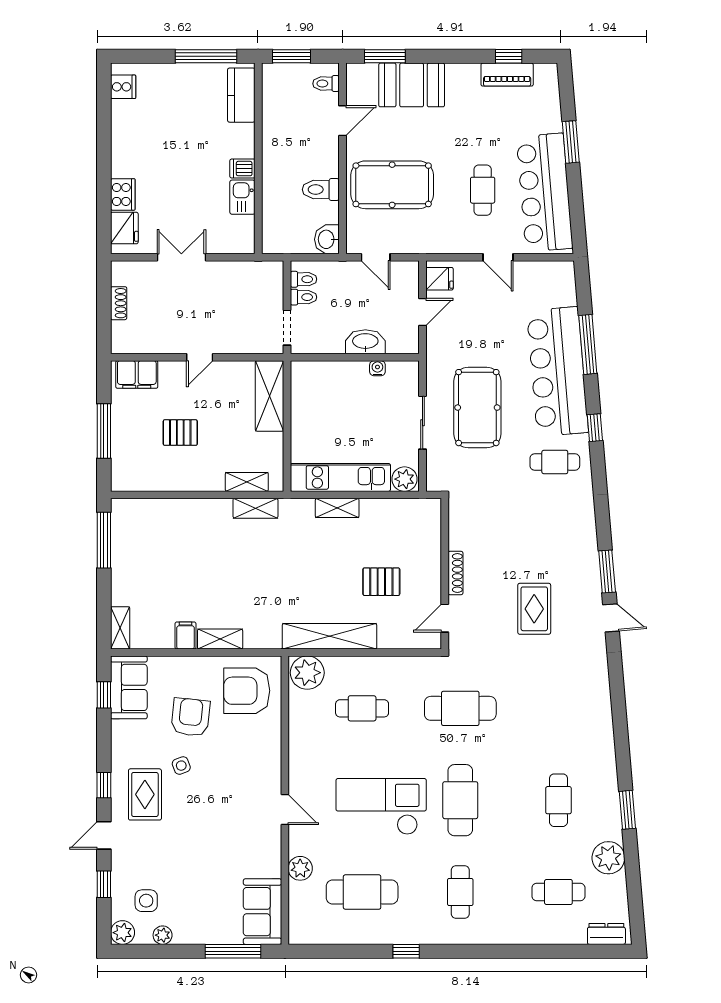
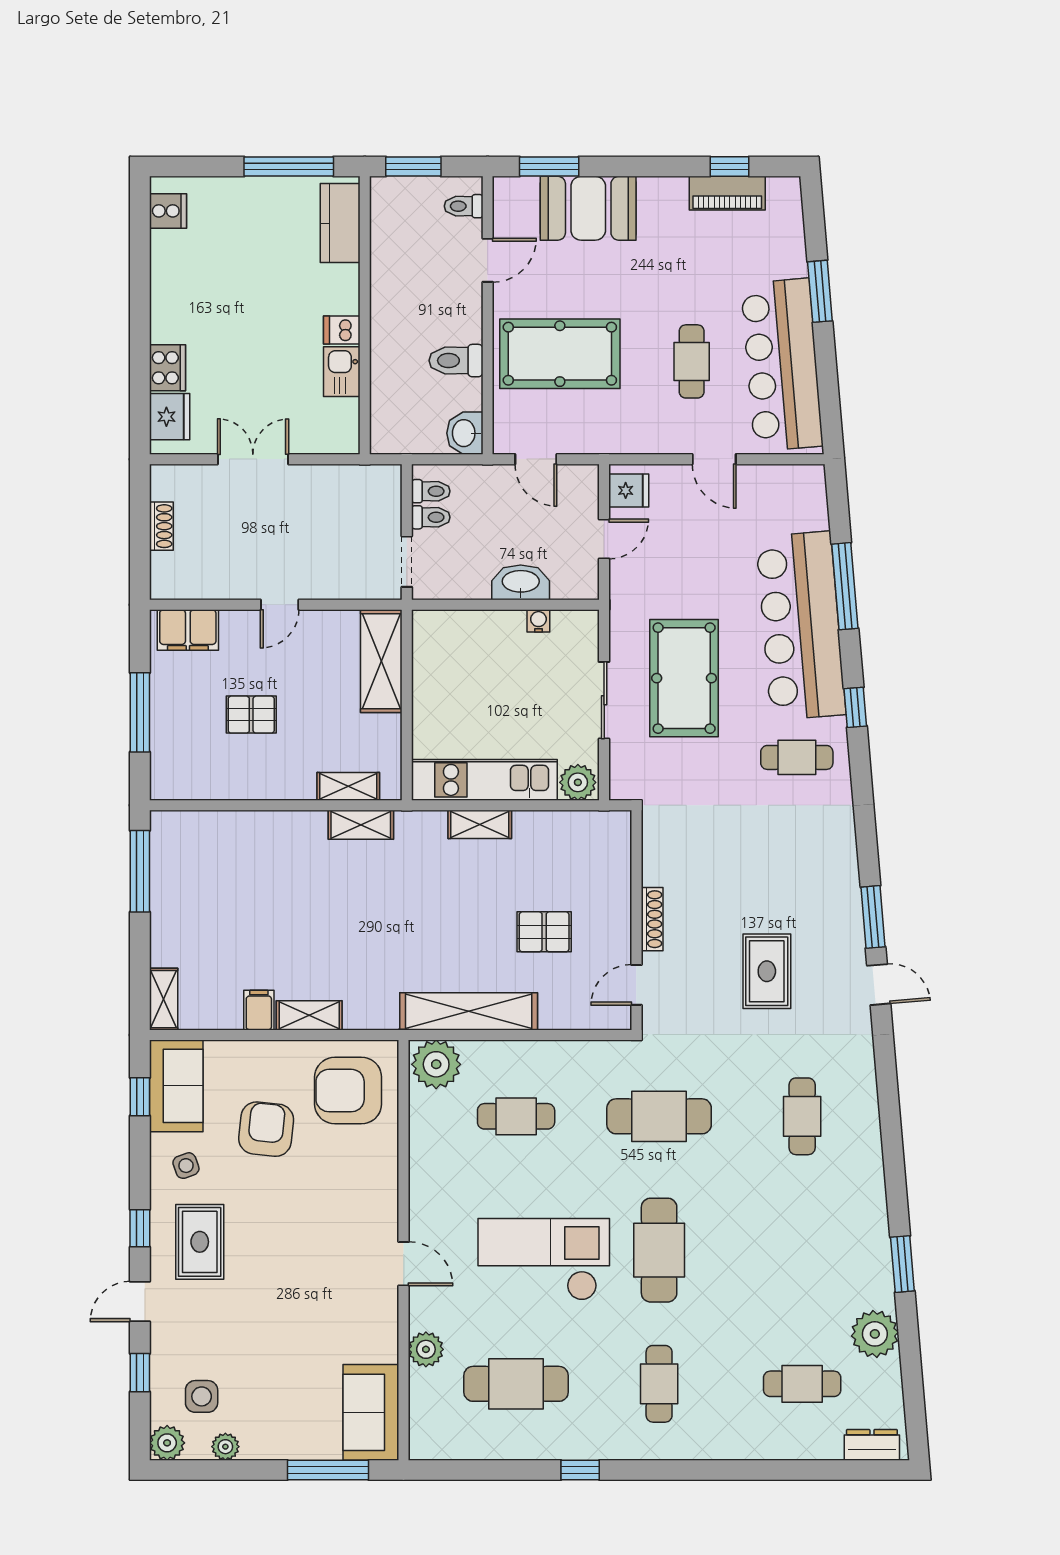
side table: (181, 766) -> (186, 1166), moved
cafe table: (558, 800) -> (802, 1116), moved

